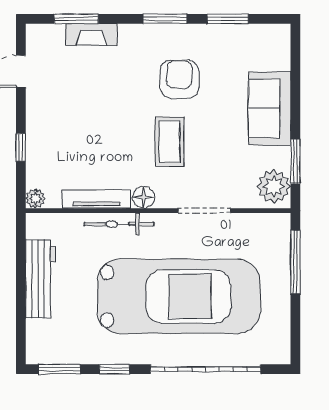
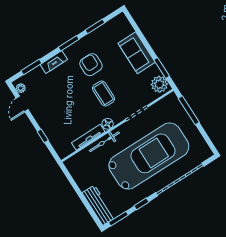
fireplace: (91, 35) -> (54, 62), moved
plant: (35, 199) -> (21, 88), moved
workbench: (40, 279) -> (99, 205), moved

